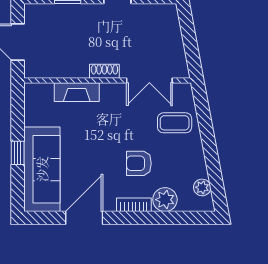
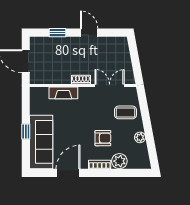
double door: (149, 80) -> (110, 85), swing flipped
armchair: (139, 163) -> (103, 138), turned 180
plant: (202, 187) -> (140, 137), moved

